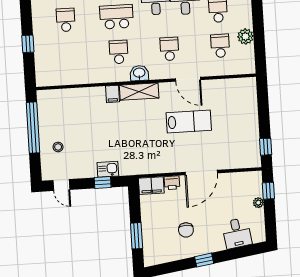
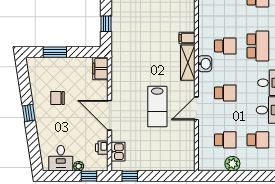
kitchen sink: (108, 169) -> (118, 152), moved
printer: (172, 183) -> (102, 148), moved
desk: (237, 233) -> (61, 158), moved, turned -81

